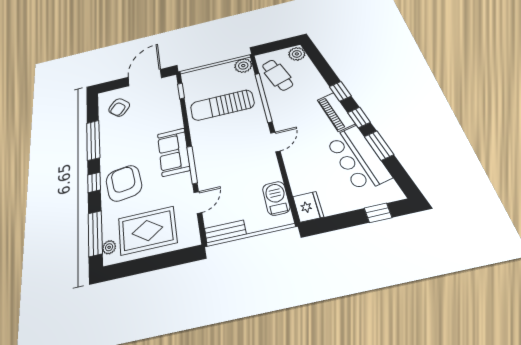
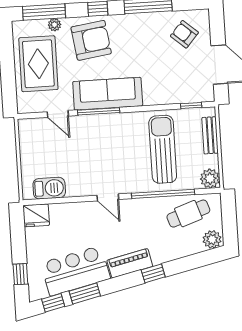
window: (359, 117) -> (53, 303), moved
sofa: (174, 152) -> (108, 94), width x1.36
bench: (225, 231) -> (210, 135), moved
plant: (109, 247) -> (55, 25), moved

